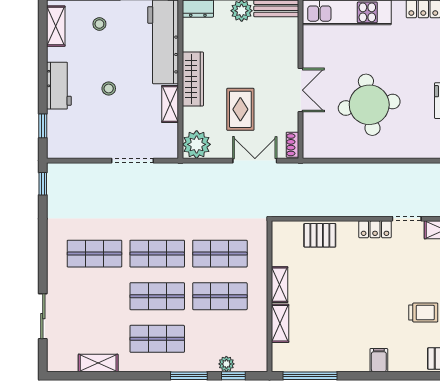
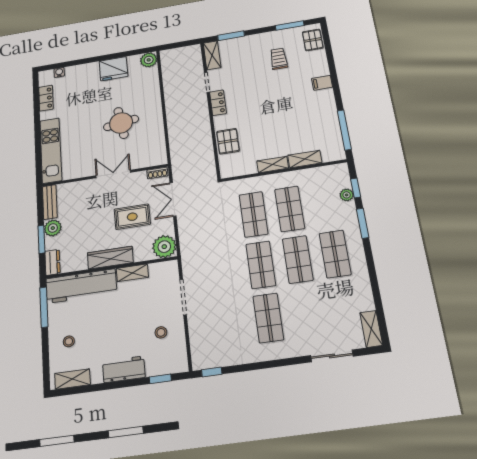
stool: (109, 89) -> (161, 332), moved
round table: (369, 105) -> (121, 123), width x0.73, depth x0.73
shelving: (98, 363) -> (371, 329), moved

